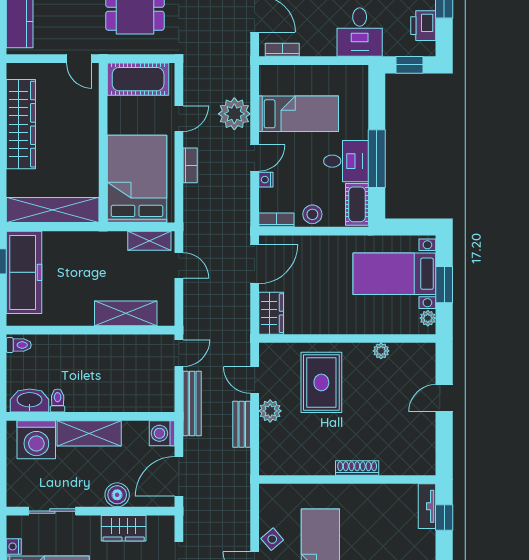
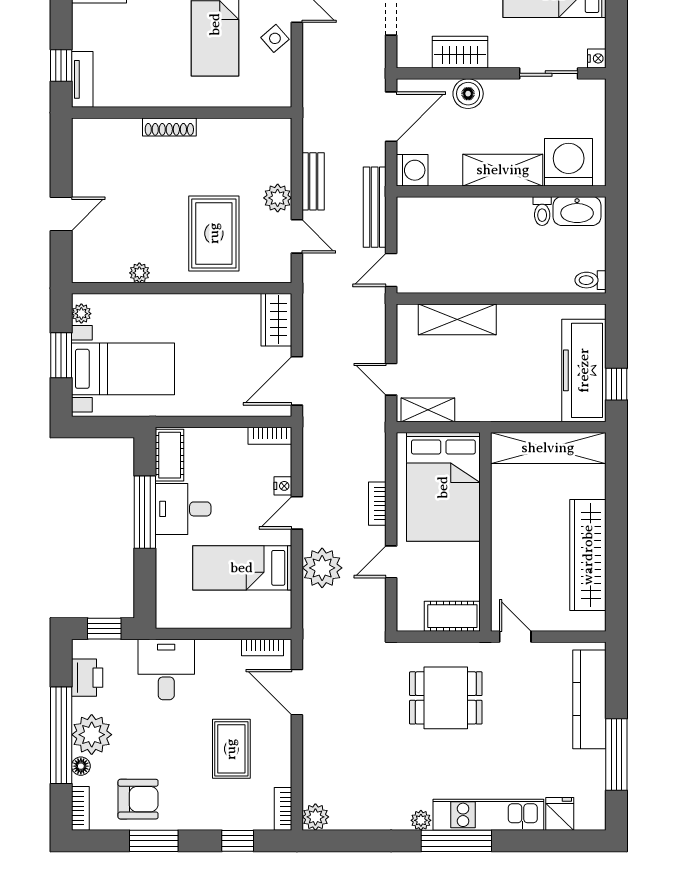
cot: (138, 79) -> (452, 616), width x0.73, depth x0.75
stool: (312, 214) -> (225, 443), removed
nightstand: (14, 546) -> (597, 58), moved

